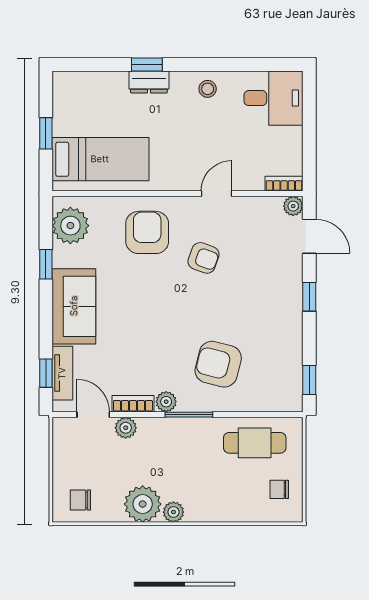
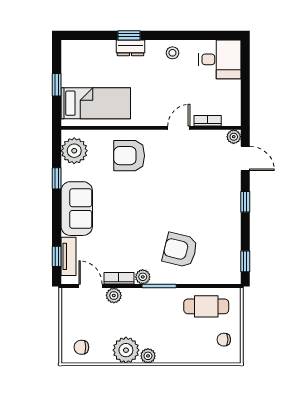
bookcase: (284, 184) -> (208, 121), moved
armchair: (147, 232) -> (129, 156), turned -90
armchair: (204, 258) -> (170, 174), removed

